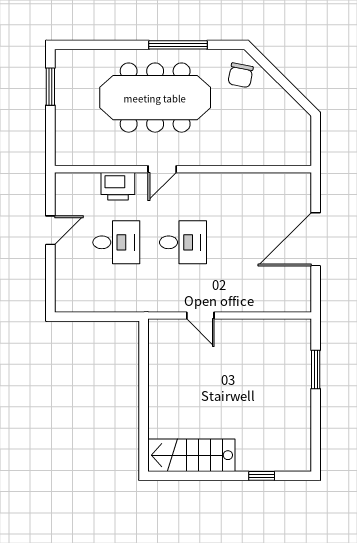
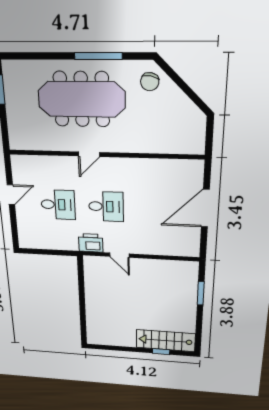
printer: (118, 186) -> (91, 243), moved, turned 180
stairs: (191, 455) -> (166, 341), moved

